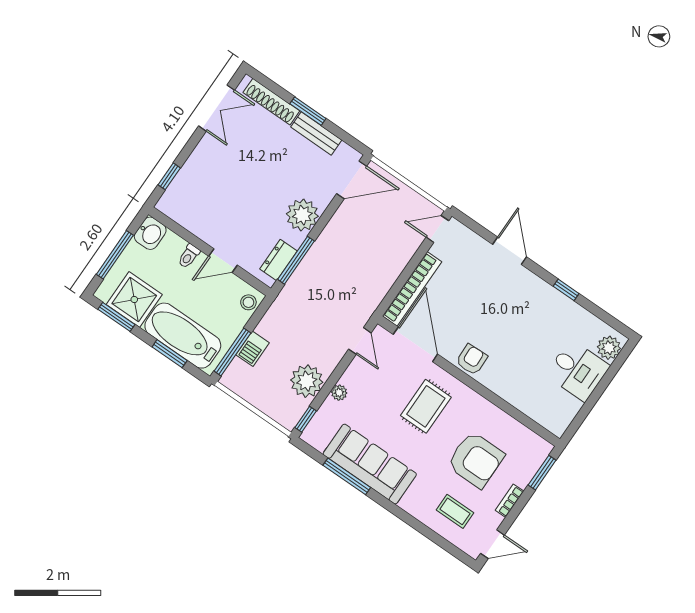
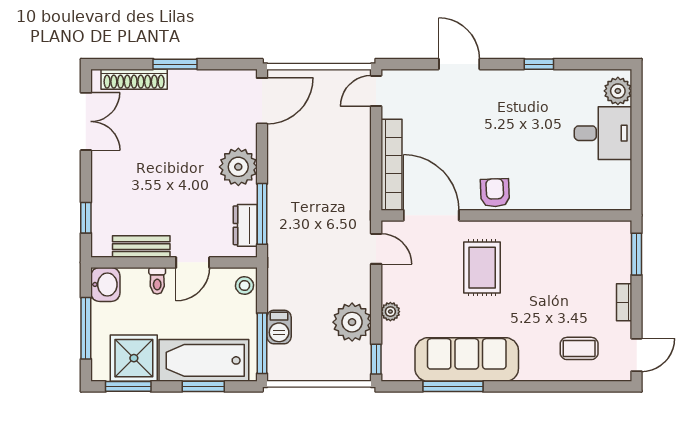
bench: (316, 133) -> (141, 247), moved
armchair: (476, 460) -> (565, 286), removed

